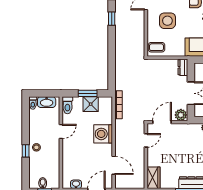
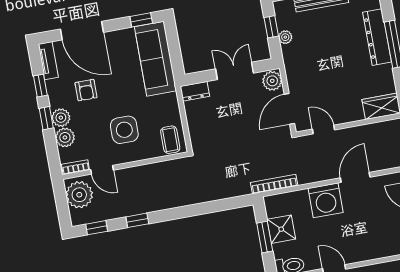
door: (162, 122) -> (289, 109), hinge flipped
door: (114, 165) -> (355, 177), moved

